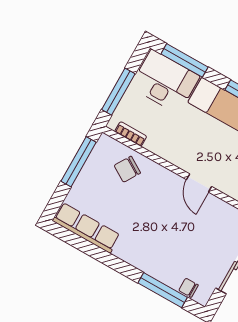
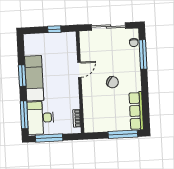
window: (118, 92) -> (49, 138), moved
window: (79, 162) -> (123, 134), moved
chair: (127, 169) -> (112, 82), moved

